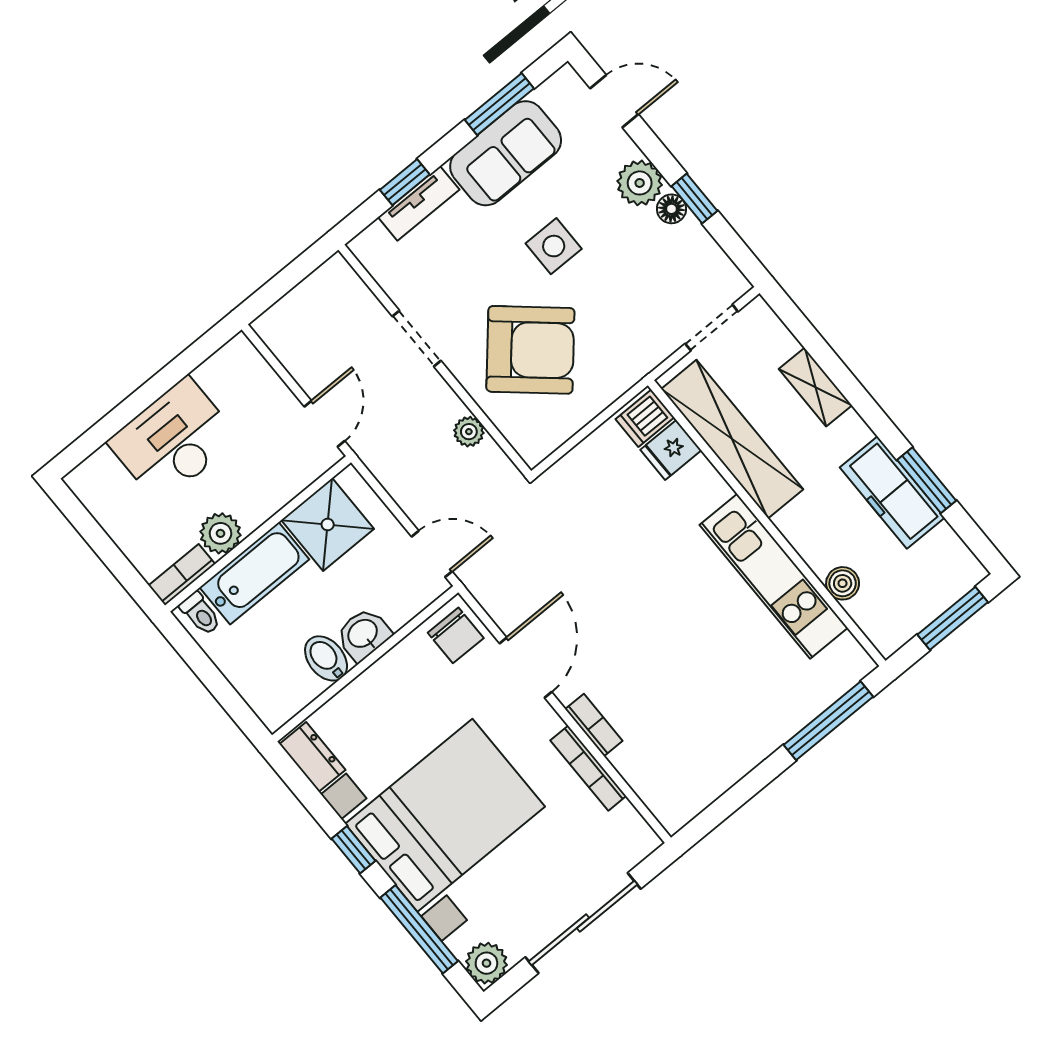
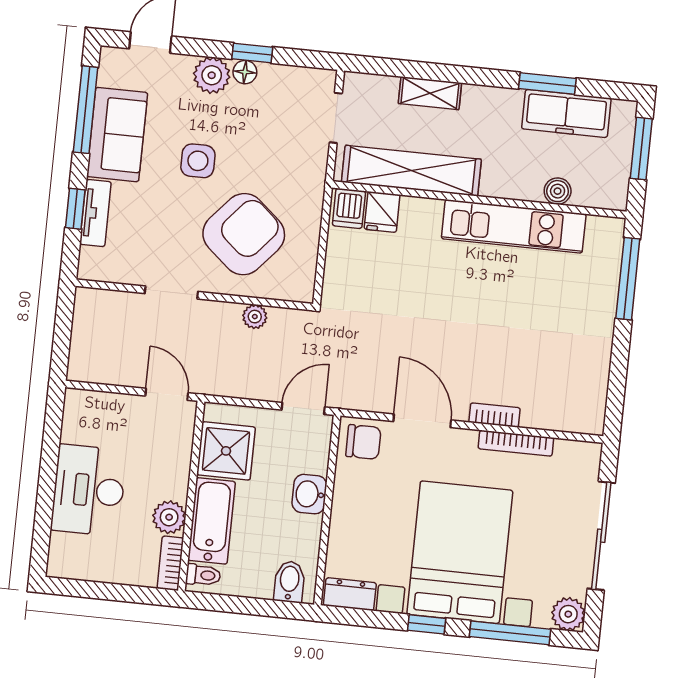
window: (499, 104) -> (86, 110), width x1.44
freezer: (892, 492) -> (566, 113), moved
bidet: (326, 658) -> (289, 582), moved, turned 90

